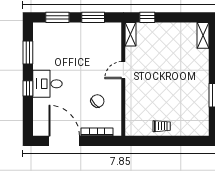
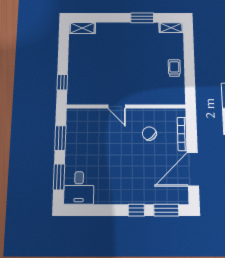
shelving: (131, 34) -> (171, 28), moved
window: (28, 53) -> (166, 210), moved
desk: (47, 84) -> (79, 188), moved

